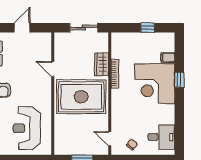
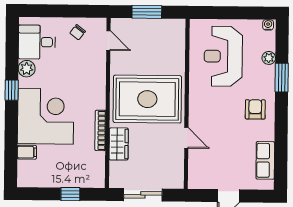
window: (148, 28) -> (70, 194), moved
window: (179, 80) -> (12, 90), moved
plant: (168, 118) -> (27, 69), added
reception desk: (27, 128) -> (223, 56), turned 180

